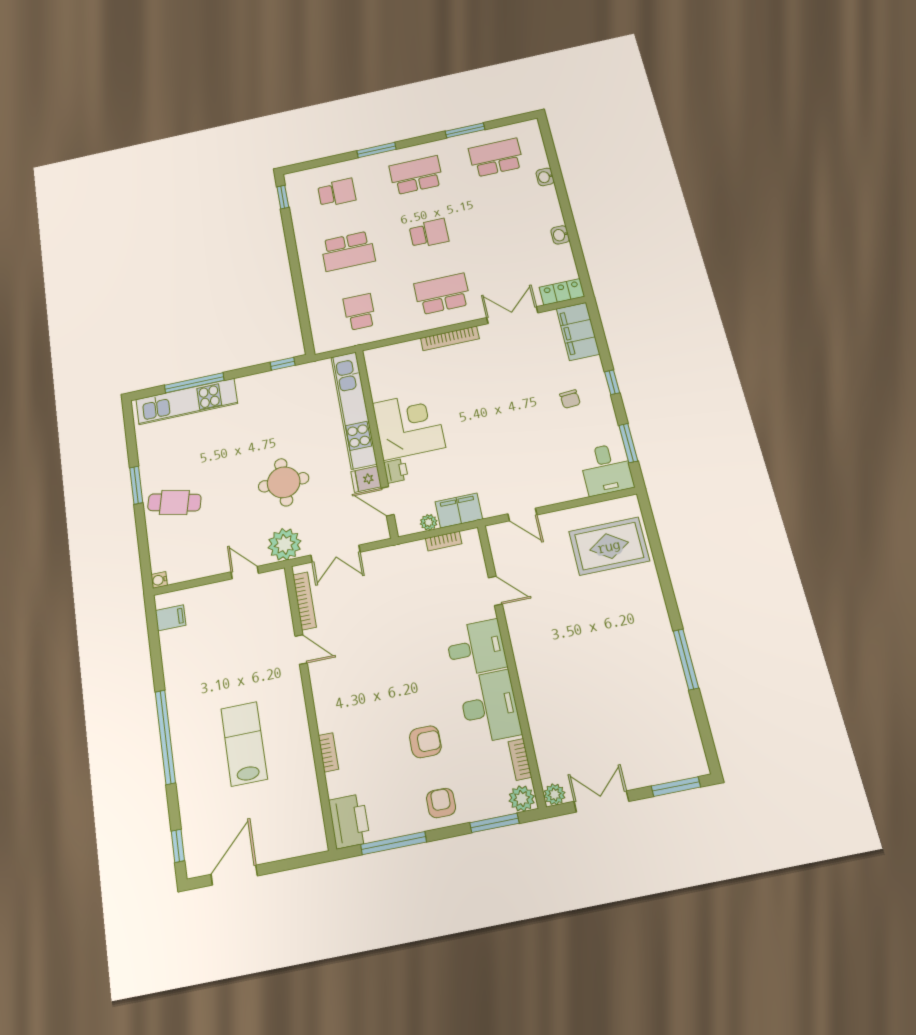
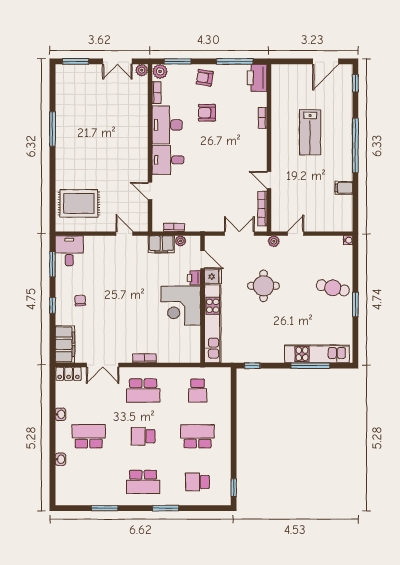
school desk: (496, 158) -> (89, 436), moved, turned 180
bookcase: (450, 338) -> (144, 358), width x0.64
plant: (285, 544) -> (274, 241), width x0.53, depth x0.53
door: (245, 573) -> (296, 234), swing flipped
filing cabinet: (171, 618) -> (344, 188), moved
armchair: (441, 803) -> (205, 78), turned 99

